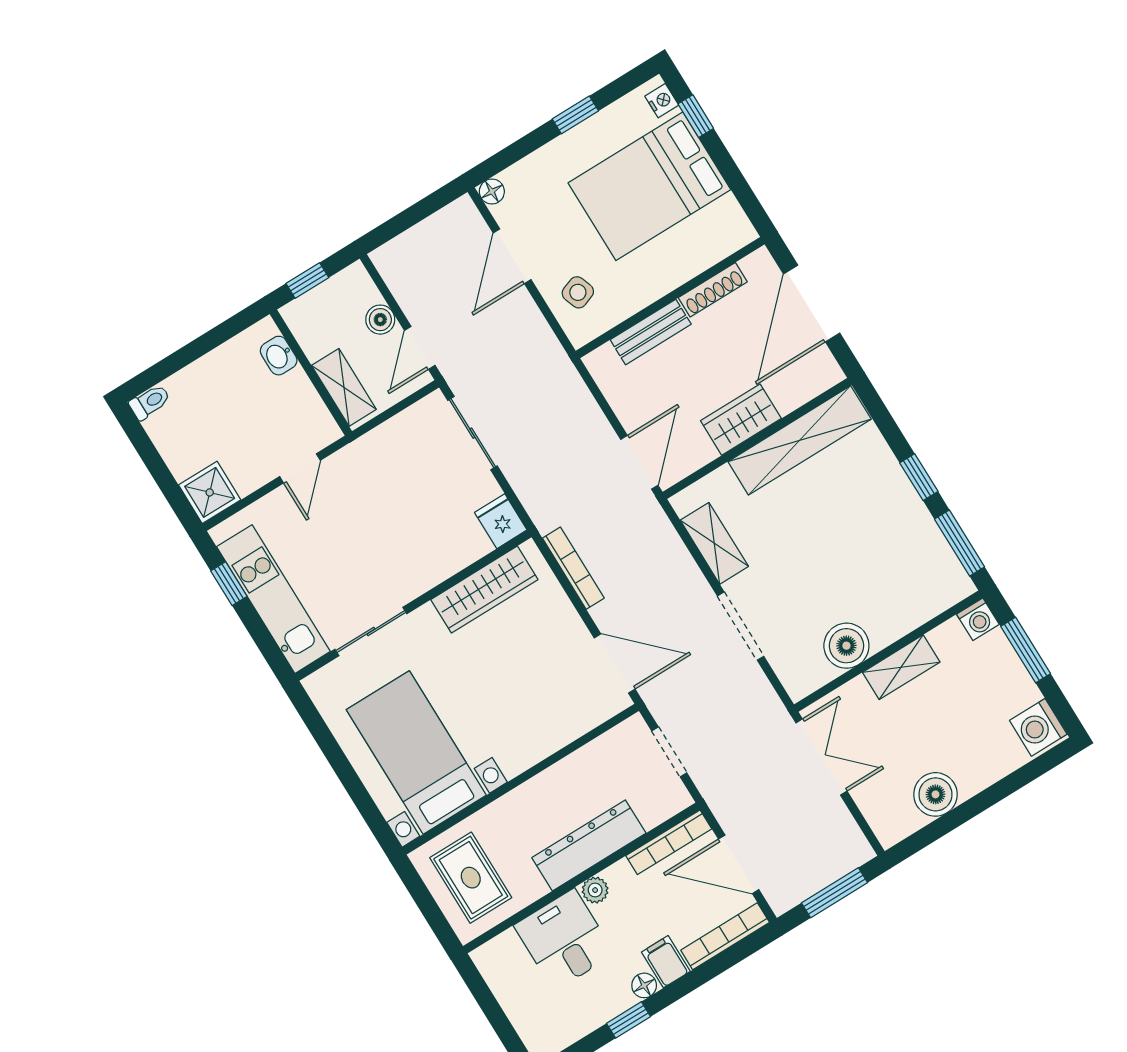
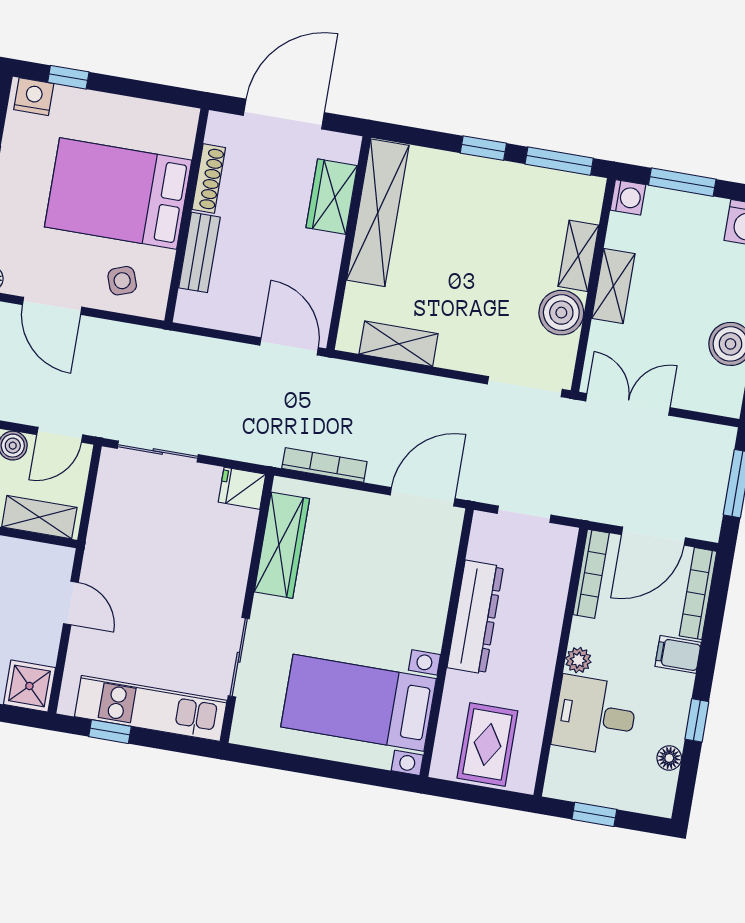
nightstand: (662, 101) -> (34, 97), width x1.39, depth x1.35
bed: (649, 186) -> (118, 194), moved, turned 90
door: (812, 303) -> (284, 114), swing flipped
door: (420, 348) -> (60, 435), hinge flipped
wardrobe: (741, 420) -> (332, 197), moved
shelving: (901, 621) -> (578, 256), added
doorway: (741, 626) -> (525, 387), moved
dresser: (589, 845) -> (475, 617), moved, turned 180
rug: (471, 878) -> (487, 744), turned 90
floor lamp: (644, 985) -> (669, 758), moved
window: (489, 1005) -> (594, 814), added

